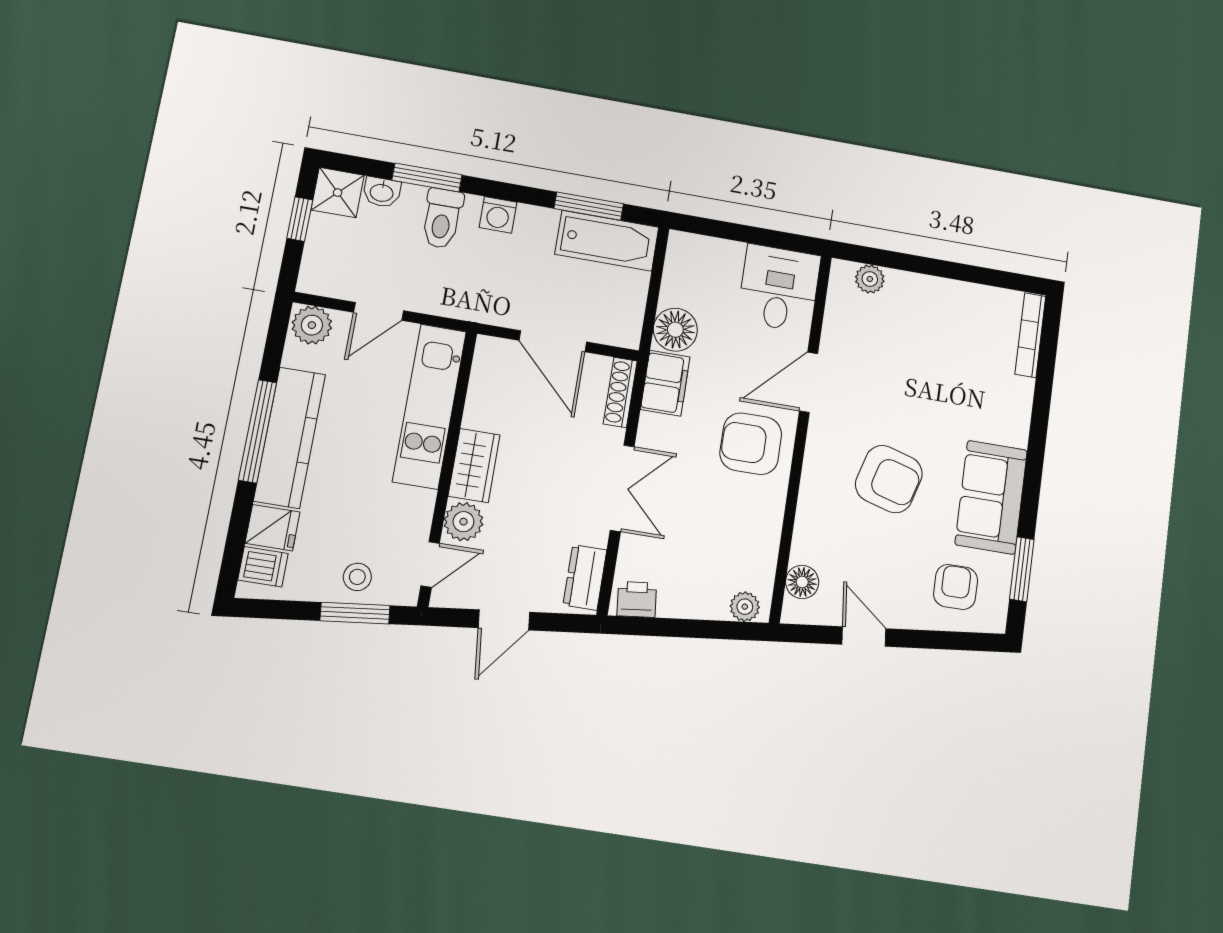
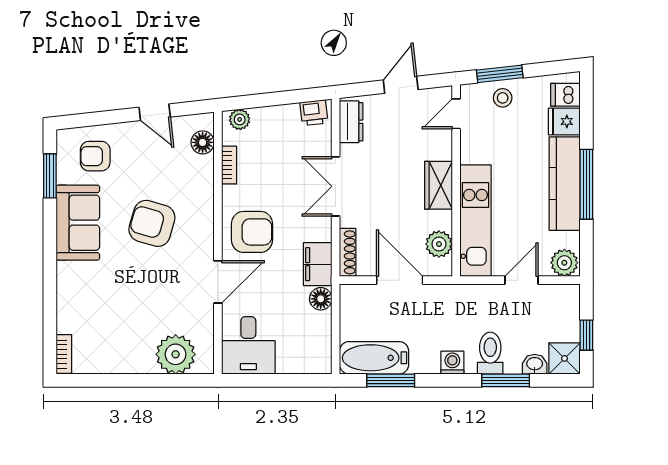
plant: (870, 279) -> (176, 354), width x1.88, depth x1.88
floor lamp: (675, 330) -> (321, 299), width x0.73, depth x0.73
bookcase: (1030, 335) -> (64, 354), width x0.64
plant: (463, 522) -> (439, 244), moved
bookcase: (769, 544) -> (229, 165), added
armchair: (956, 587) -> (95, 156), turned 90

